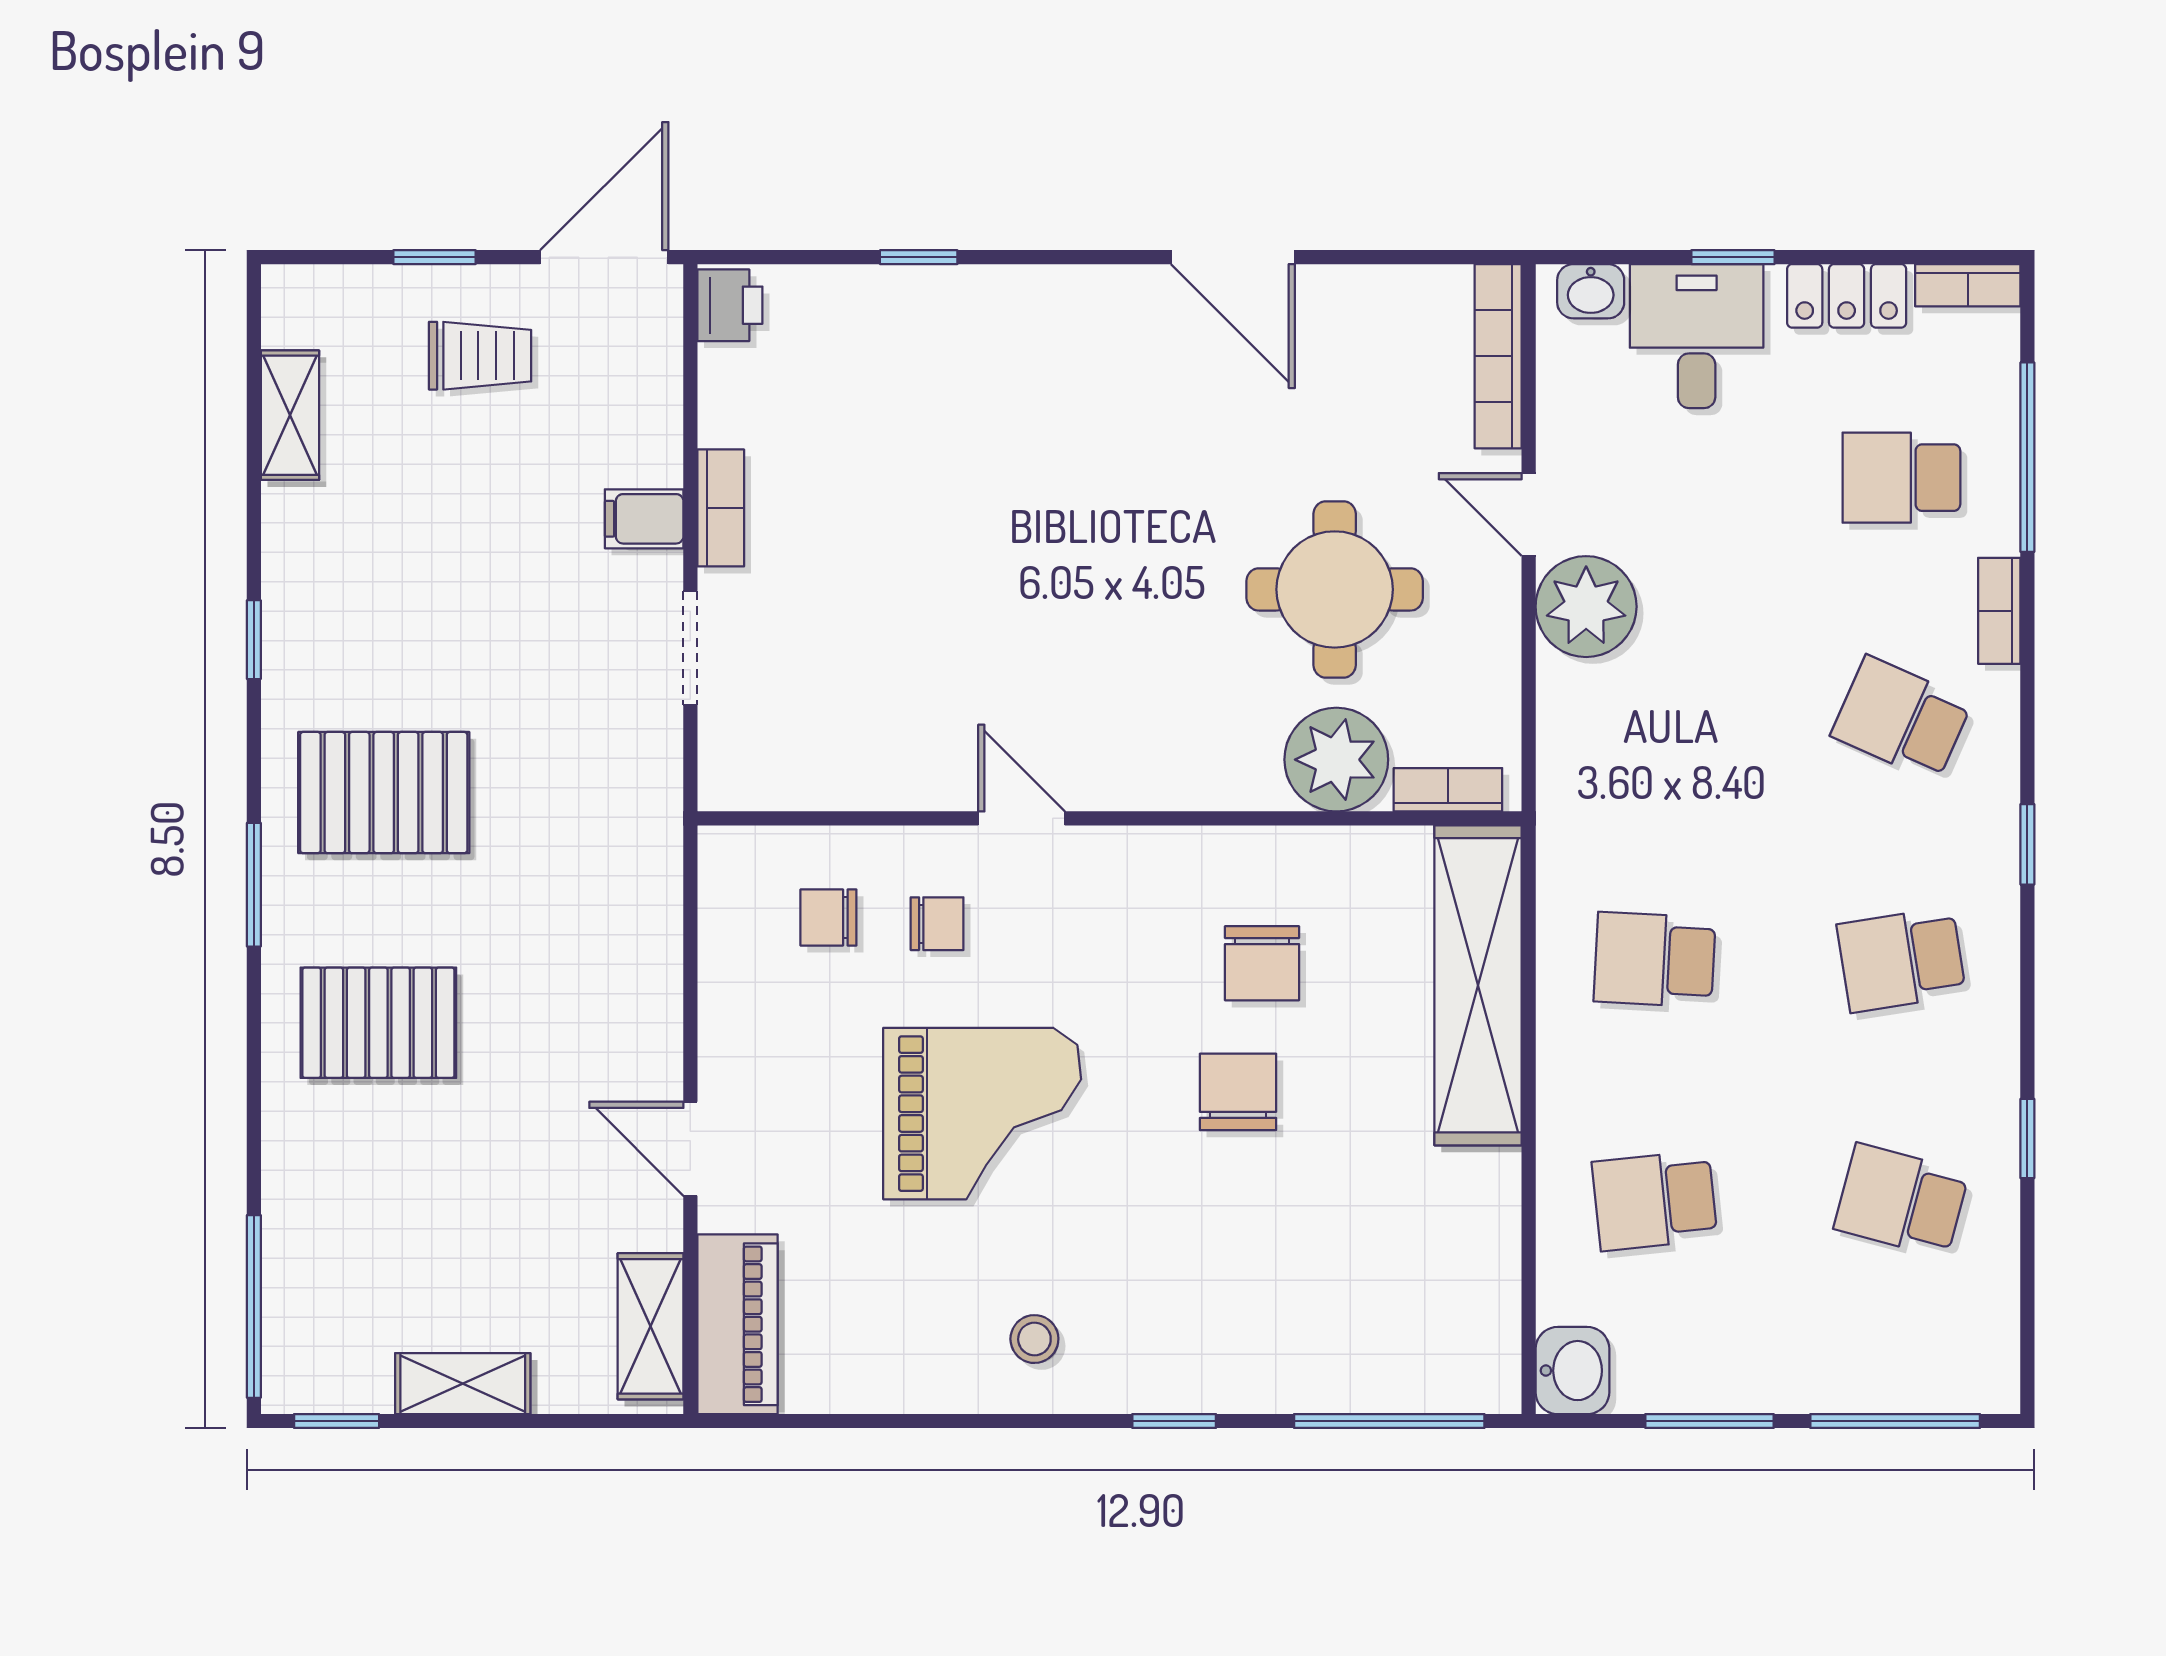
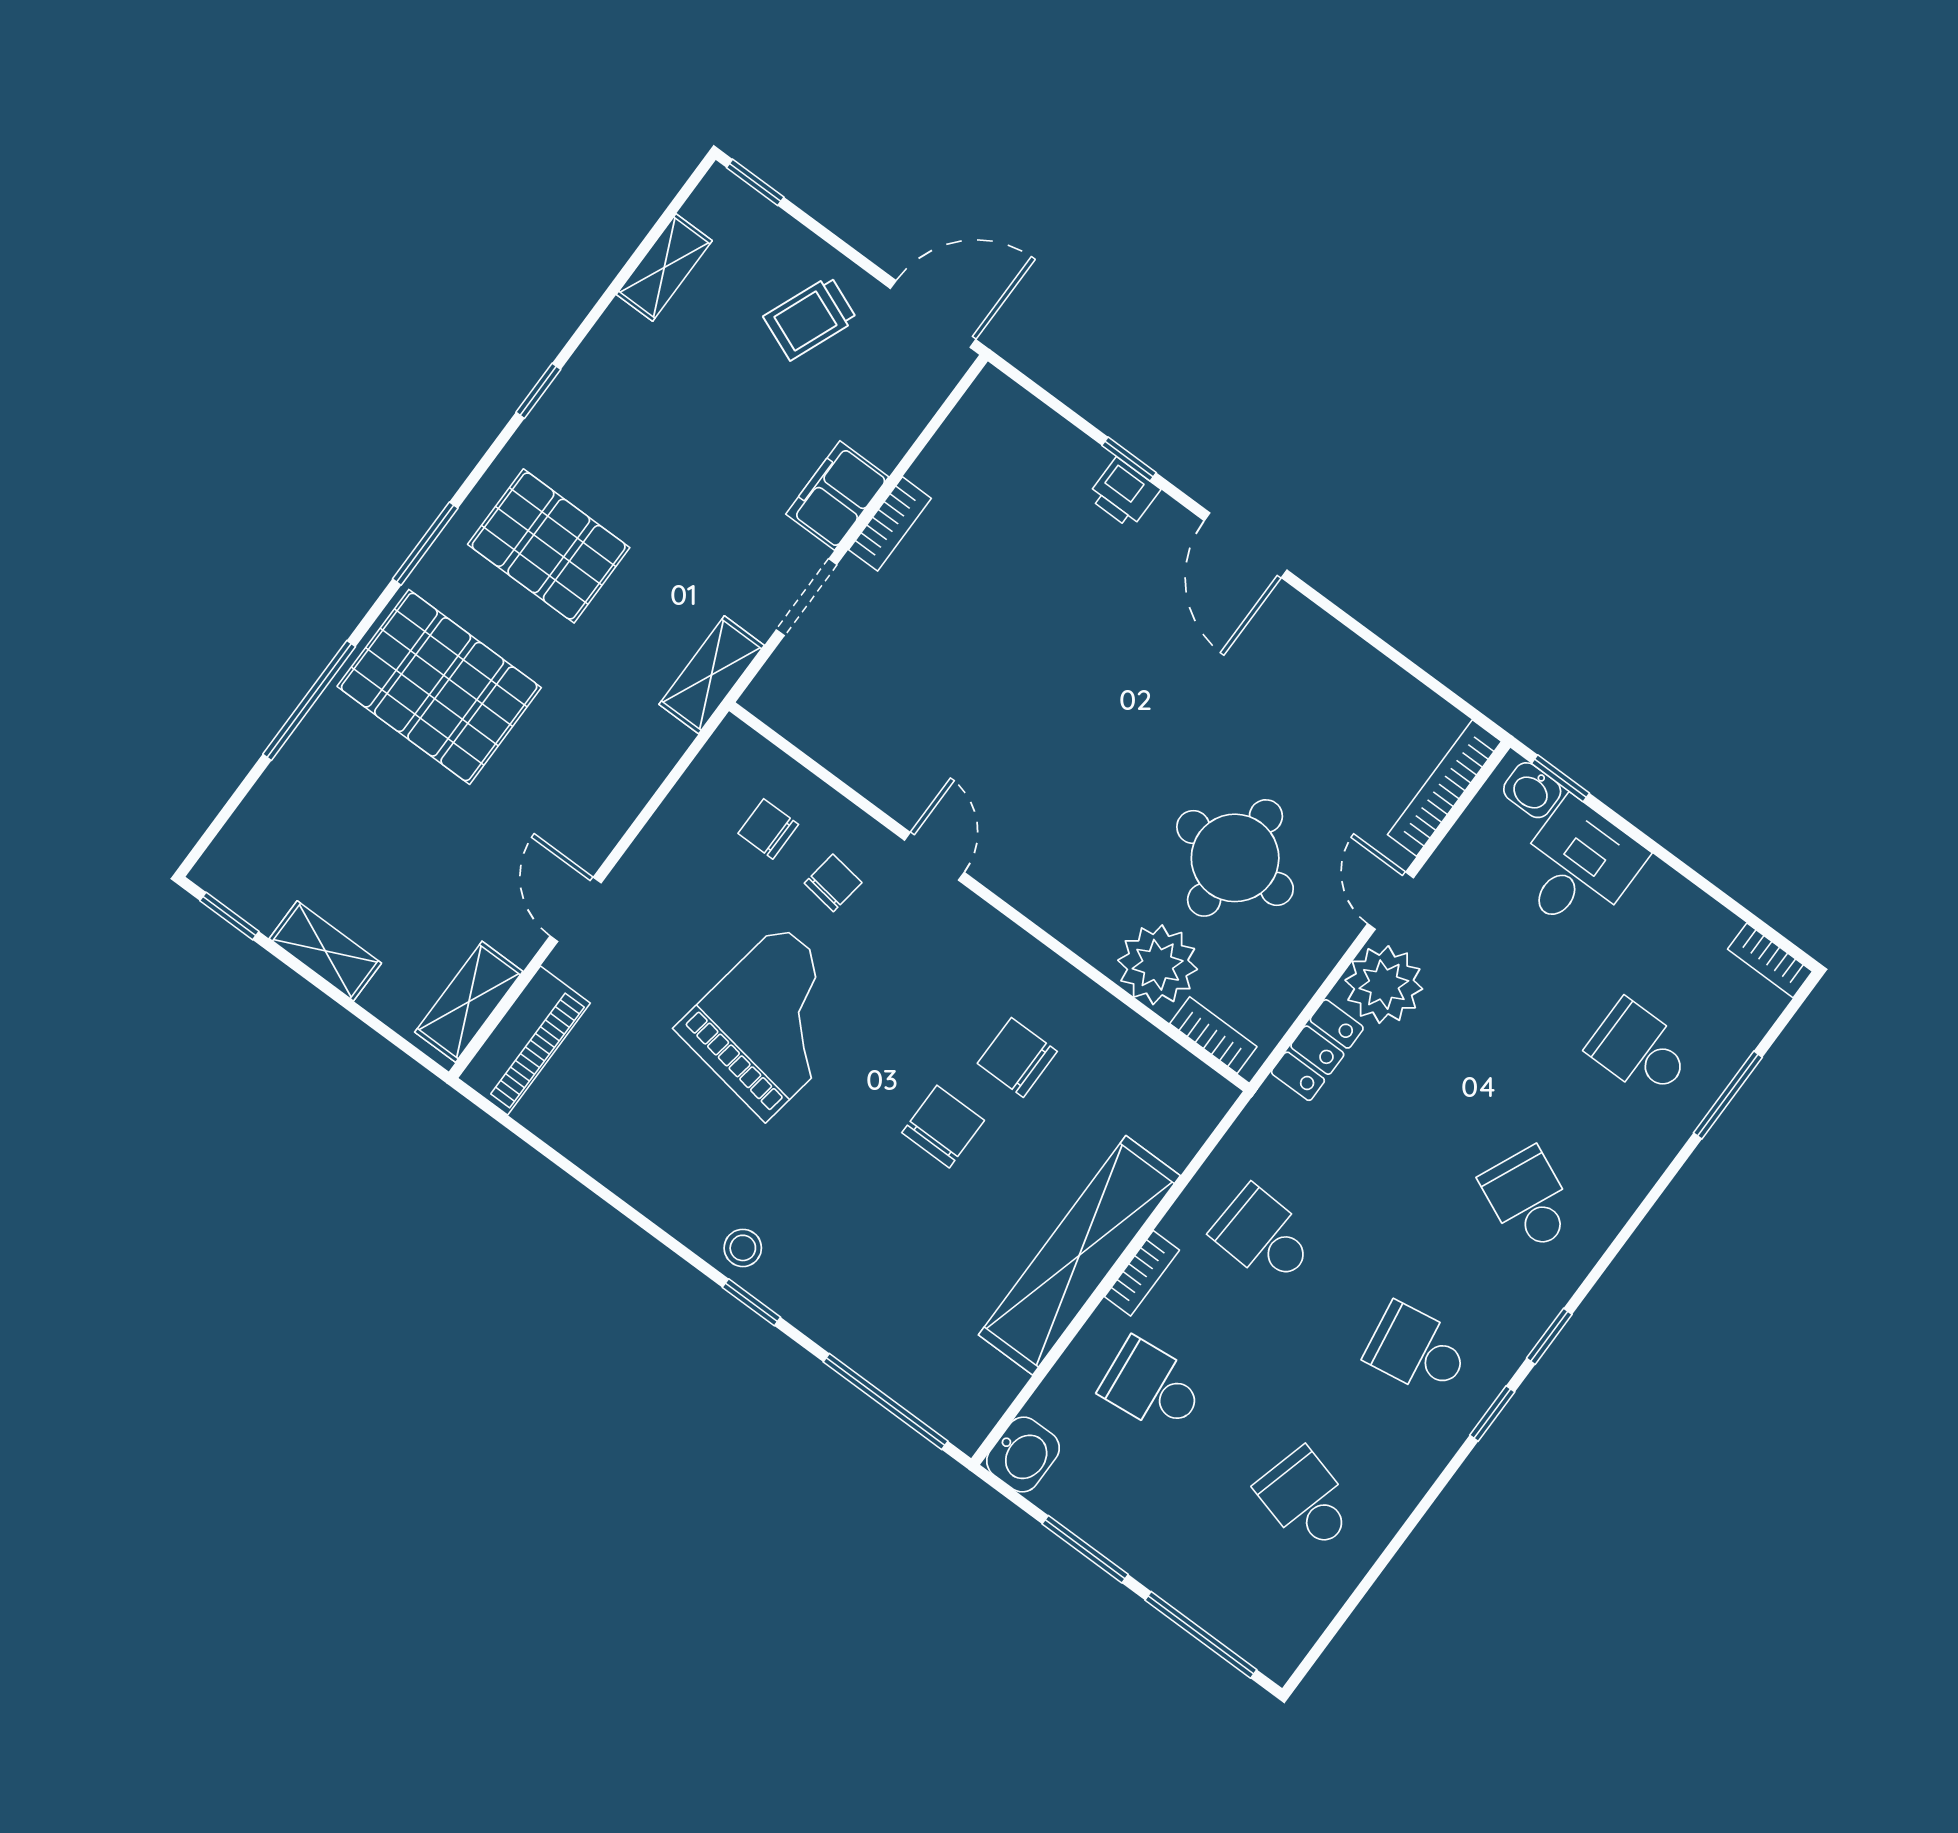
window: (434, 257) -> (755, 182), moved
door: (1233, 257) -> (1246, 545), moved
window: (1733, 257) -> (1560, 778), moved
locker: (1847, 296) -> (1317, 1050), moved, turned -90
printer: (730, 305) -> (1124, 493), moved, turned 90
trolley: (480, 356) -> (810, 318), turned 112
window: (2027, 457) -> (1728, 1095), width x0.69
filing cabinet: (644, 519) -> (837, 495), width x2.00
bookcase: (1999, 611) -> (1142, 1273), moved, turned 180
shelving: (651, 801) -> (712, 675), added
chair: (937, 924) -> (833, 883), turned -82
chair: (1262, 963) -> (1017, 1057), turned 90
shelving: (1478, 985) -> (1079, 1255), moved
pallet: (378, 1023) -> (439, 687), width x1.37, depth x1.41
grand piano: (982, 1114) -> (774, 1022), turned -81
window: (2027, 1138) -> (1492, 1414), moved
window: (254, 1306) -> (309, 700), moved
stool: (1034, 1339) -> (743, 1248), moved

